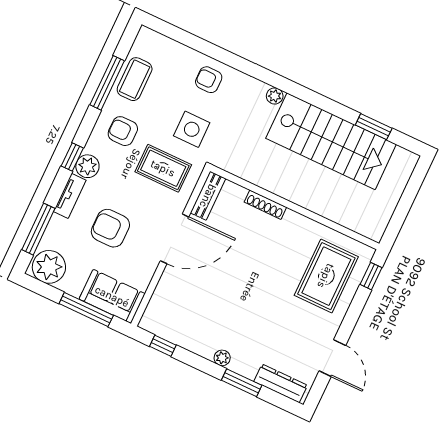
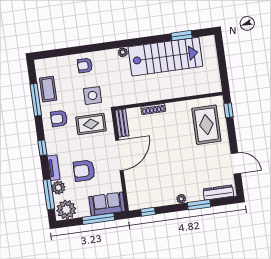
plant: (87, 166) -> (58, 188), moved

